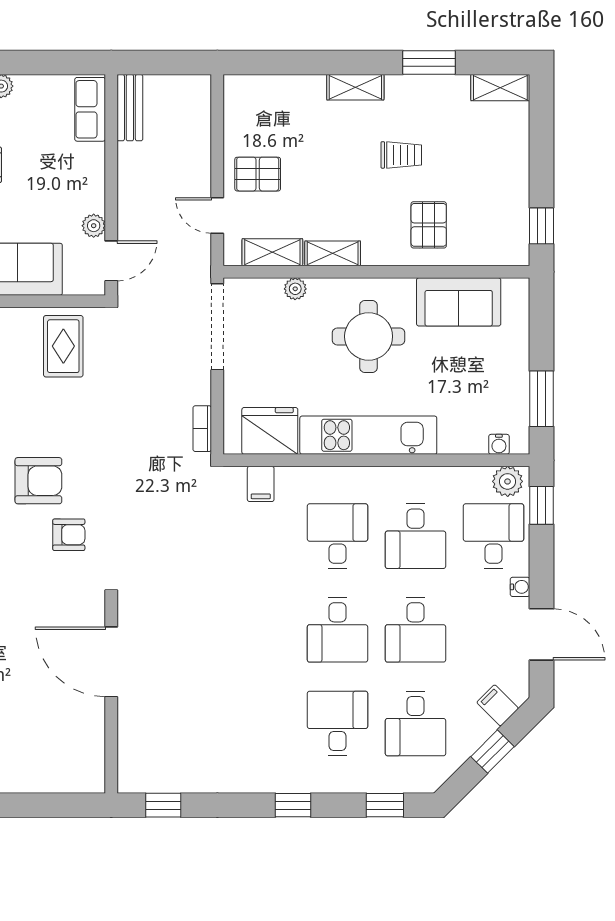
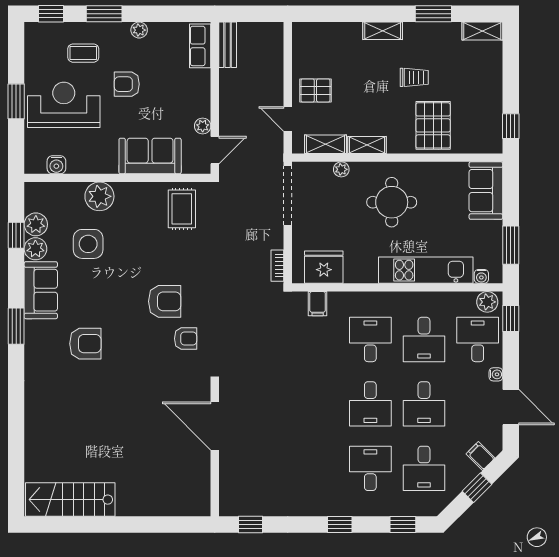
pallet: (429, 225) -> (433, 125), width x1.50, depth x1.42
sofa: (459, 302) -> (486, 191), moved, turned 90
kitchen unit: (368, 435) -> (426, 270), moved

